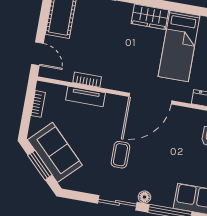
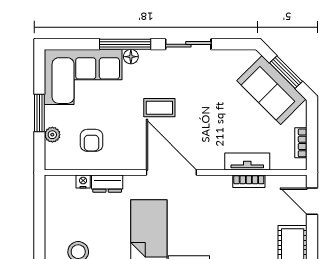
door: (150, 99) -> (171, 172), hinge flipped
coffee table: (120, 155) -> (159, 108), moved, turned 90
floor lamp: (144, 197) -> (131, 57), moved

